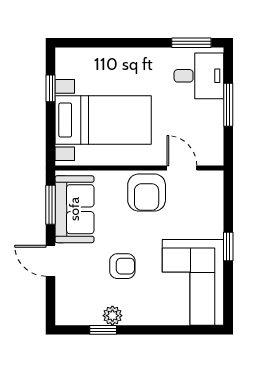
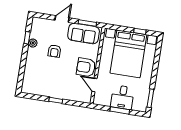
desk: (199, 76) -> (122, 97), moved
bed with nightstands: (103, 120) -> (128, 54), width x1.36
door: (182, 168) -> (94, 85), swing flipped
corner sofa: (193, 282) -> (42, 82), removed

